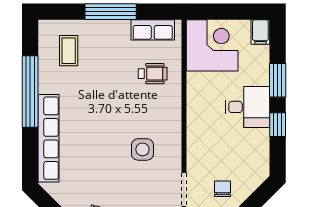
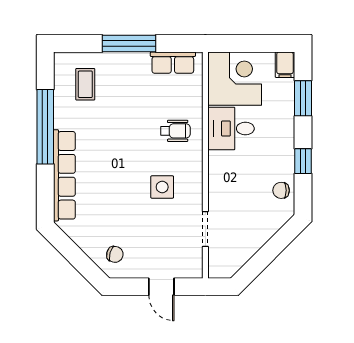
wheelchair: (153, 74) -> (175, 131), moved
window: (278, 80) -> (303, 98), moved
desk: (247, 107) -> (231, 129), moved, turned 180
chair: (223, 189) -> (281, 190), moved, turned -90

